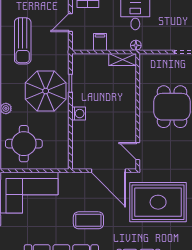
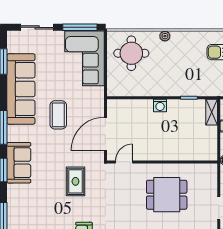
shelving: (123, 60) -> (212, 112), moved
parasol: (46, 91) -> (182, 74), removed
rug: (158, 202) -> (75, 181), width x0.54, depth x0.49

